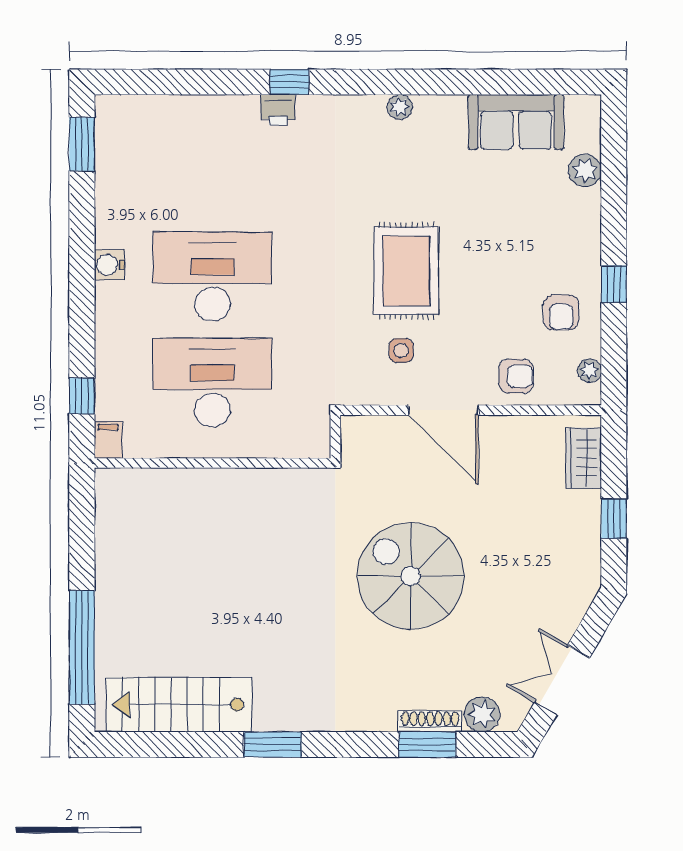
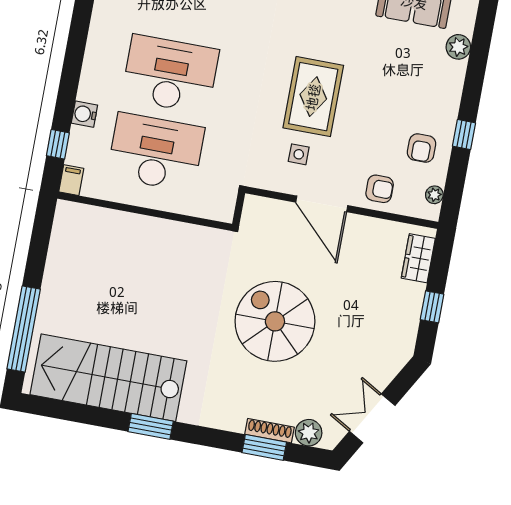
water cooler: (109, 265) -> (84, 114), moved
stairs: (179, 705) -> (108, 378), width x1.36, depth x1.51

